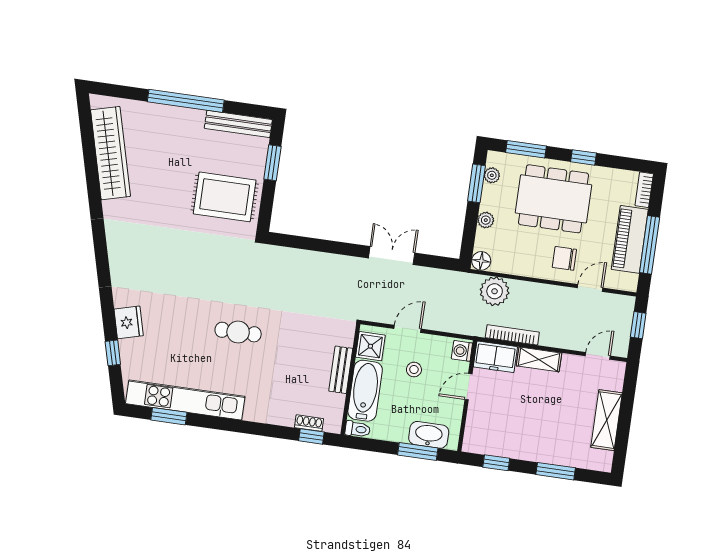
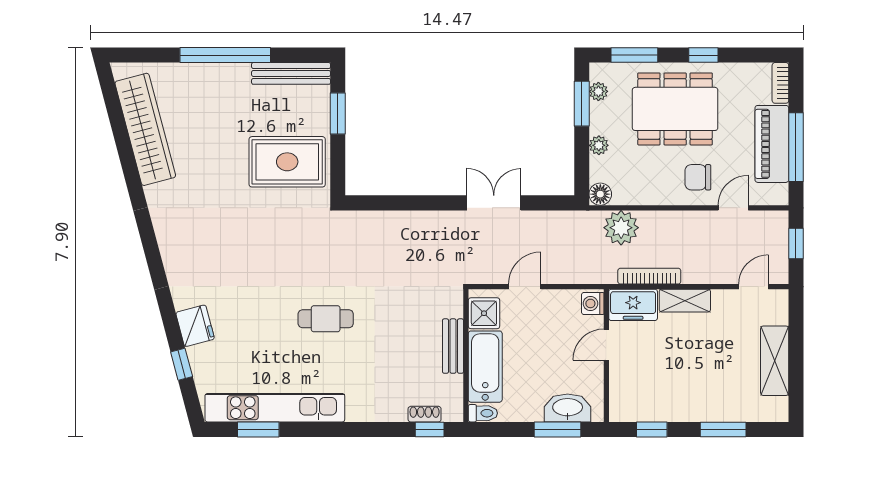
stool: (414, 370) -> (539, 333), removed

